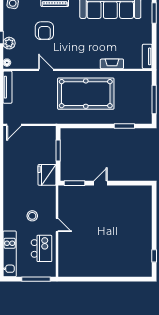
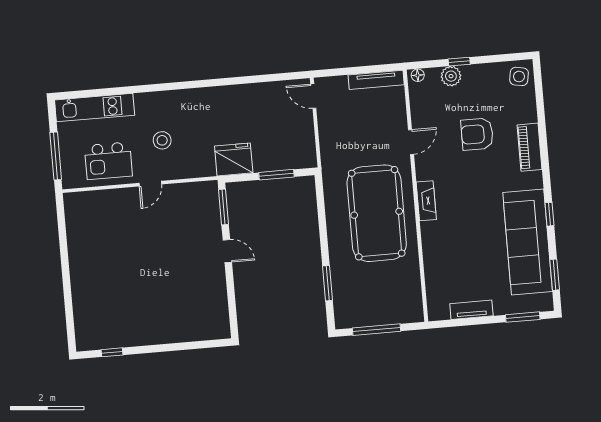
tv unit: (147, 56) -> (471, 310), moved
fireplace: (112, 64) -> (426, 201), moved

